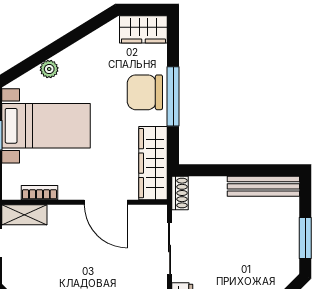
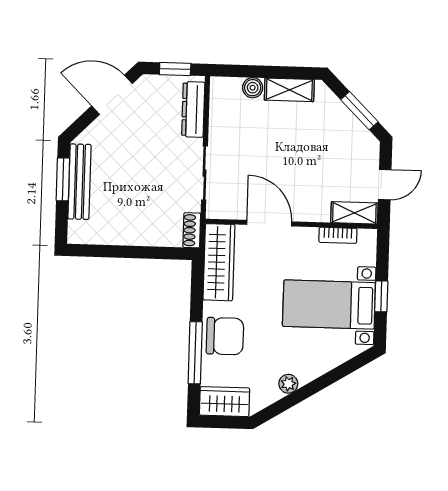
plant: (49, 69) -> (288, 384), moved
window: (173, 96) -> (195, 353), moved
bench: (263, 186) -> (80, 182), moved, turned 90

